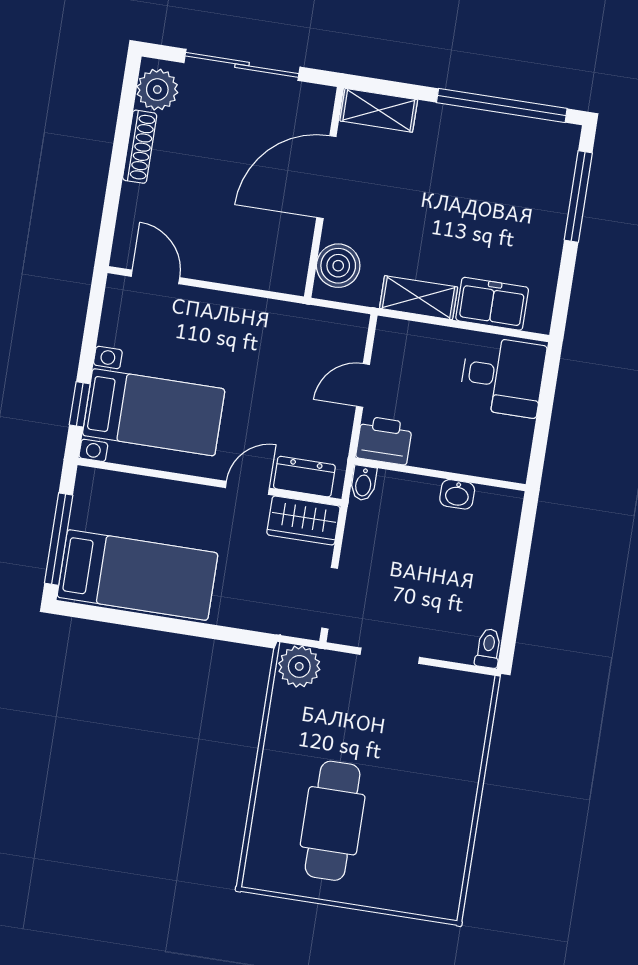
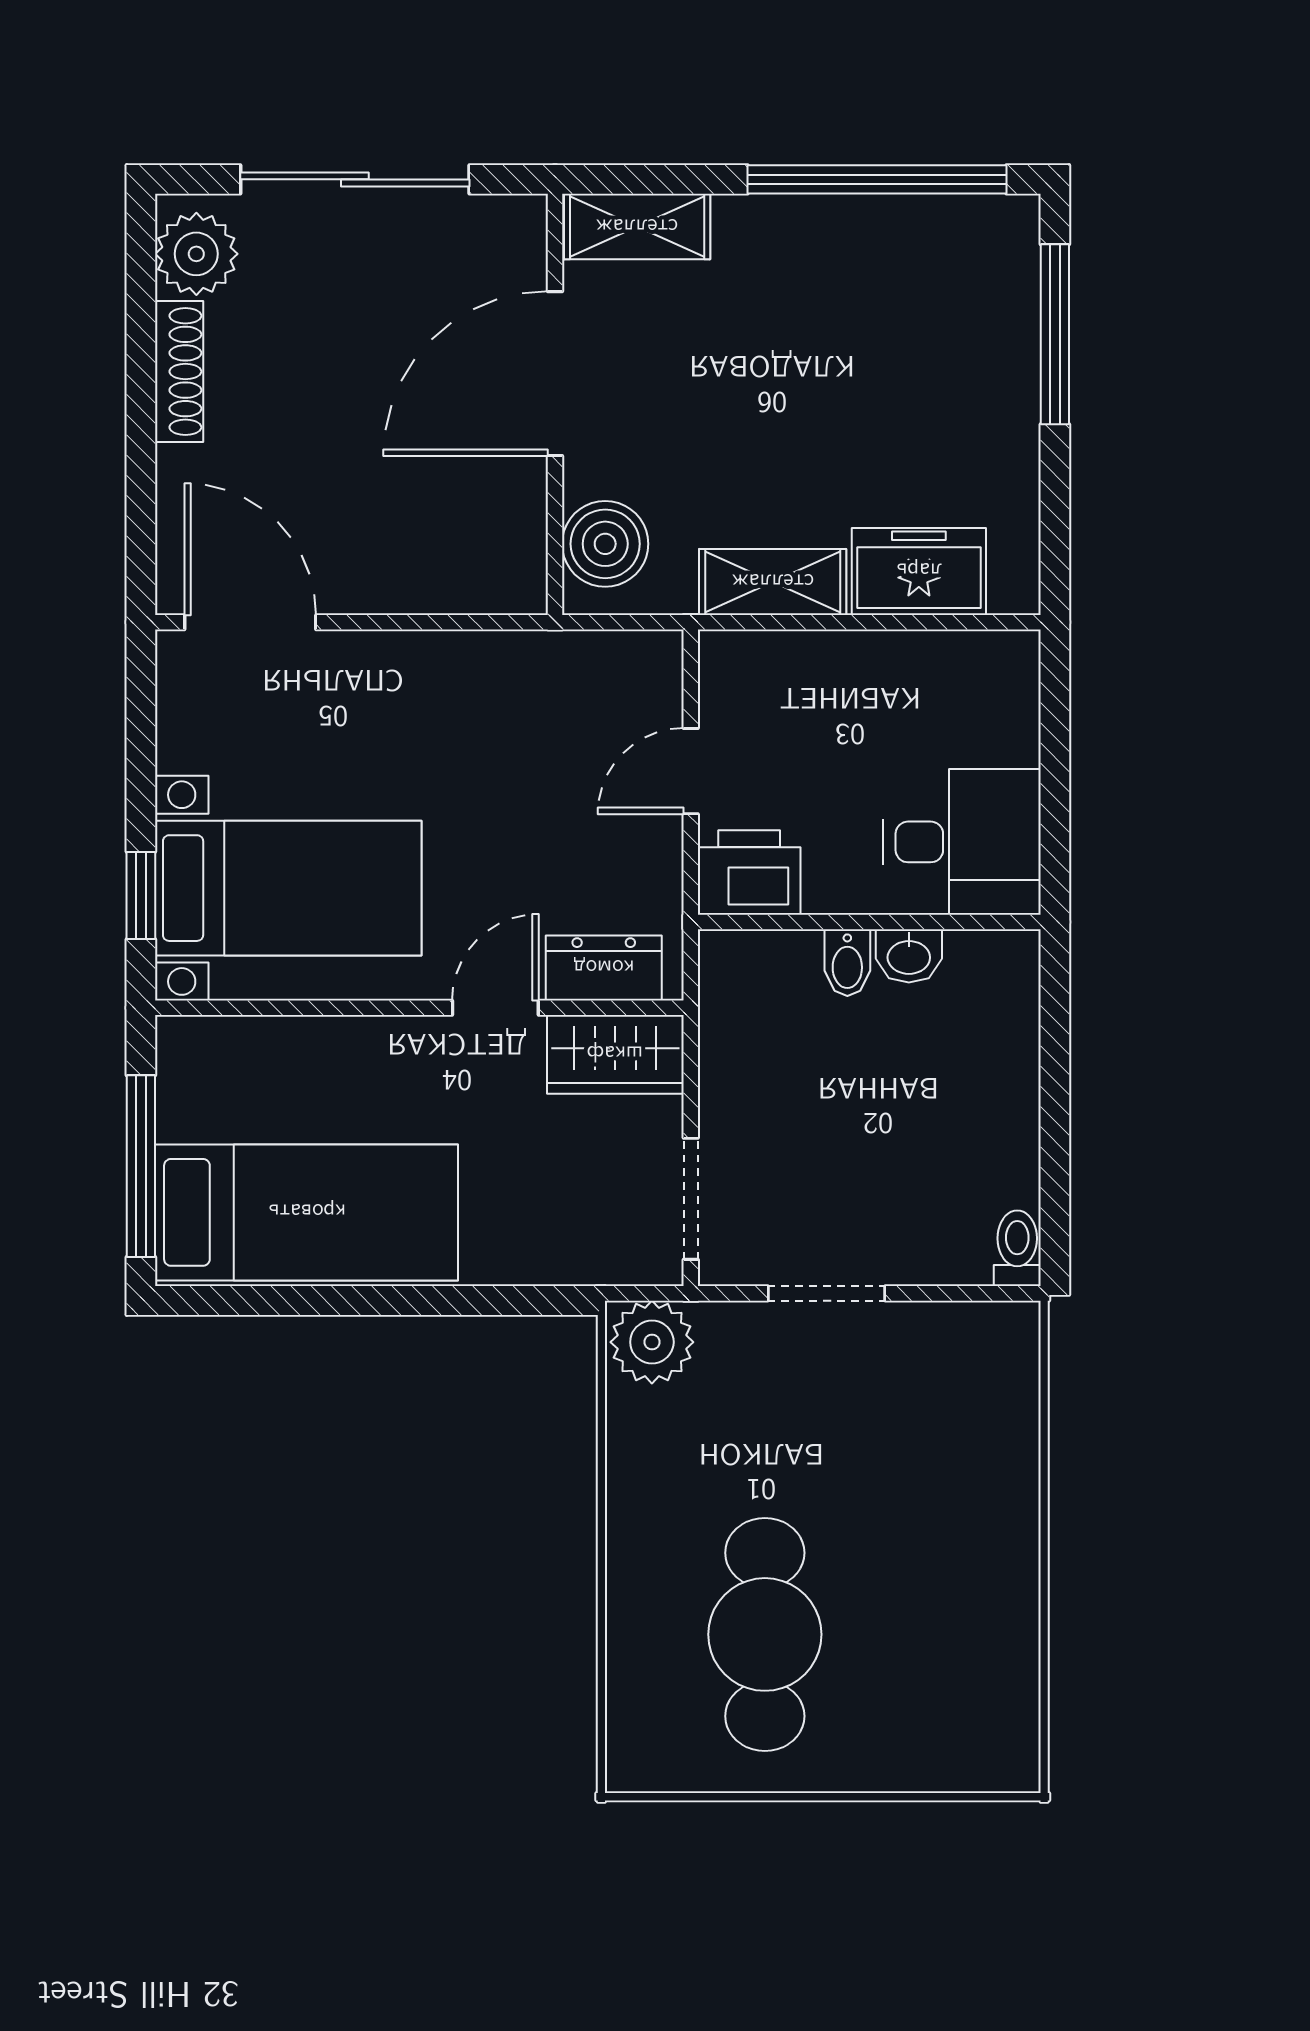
door: (155, 277) -> (250, 622), width x1.38
desk: (503, 376) -> (962, 842), moved
bidet: (364, 483) -> (847, 963), moved

